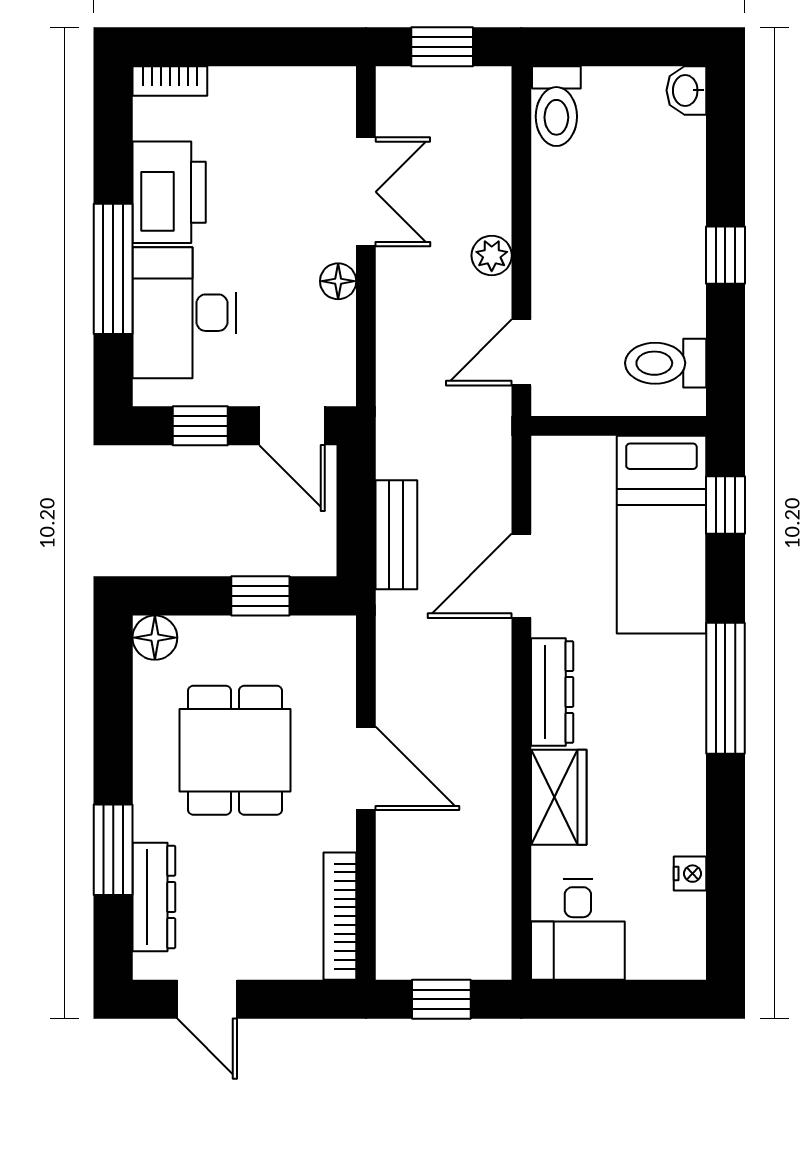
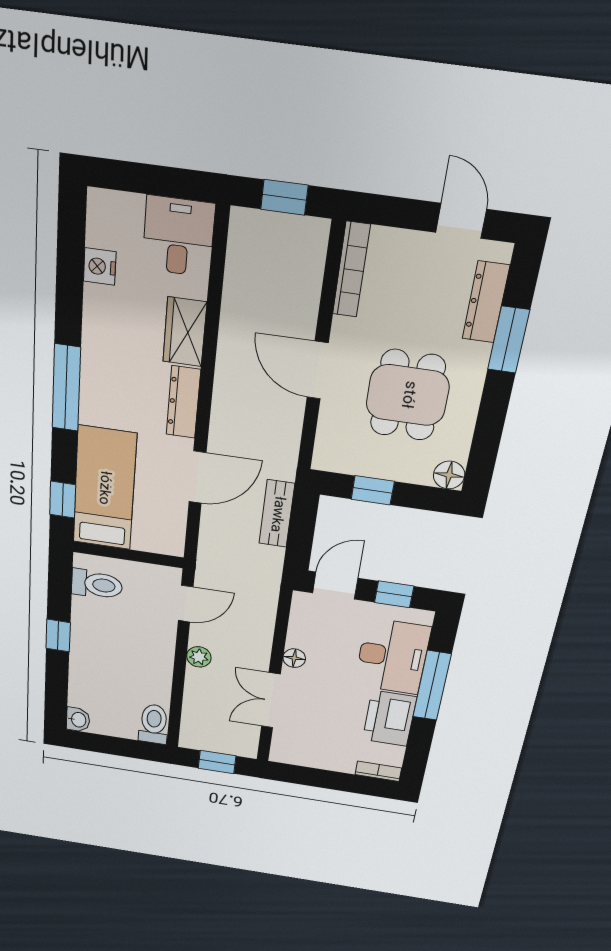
door: (292, 426) -> (335, 586), hinge flipped
nightstand: (690, 874) -> (100, 267), width x1.39, depth x1.35

